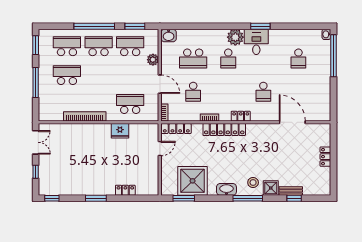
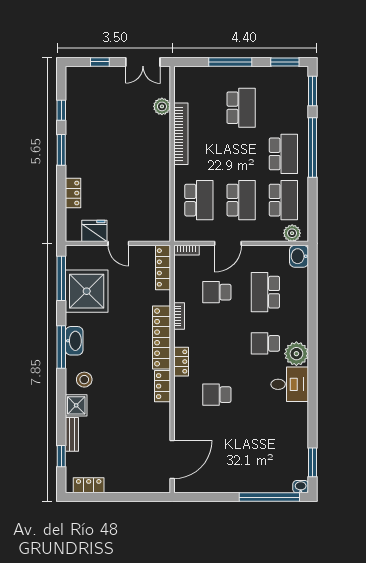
window: (135, 26) -> (313, 91), moved
window: (260, 26) -> (313, 462), moved
school desk: (67, 46) -> (241, 200), moved
school desk: (298, 58) -> (265, 446), removed
plant: (153, 60) -> (292, 233), moved
door: (292, 122) -> (172, 459), moved
plant: (66, 129) -> (162, 106), added
locker: (258, 129) -> (163, 386), added
fridge: (120, 131) -> (94, 231), moved, turned 90
door: (160, 149) -> (118, 243), moved
locker: (325, 157) -> (89, 485), moved
window: (52, 198) -> (61, 110), moved
window: (184, 198) -> (61, 278), width x1.44
window: (248, 198) -> (61, 347), moved
window: (294, 198) -> (61, 456), moved

